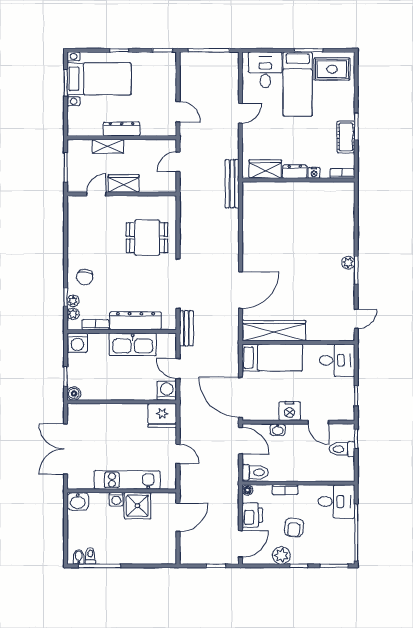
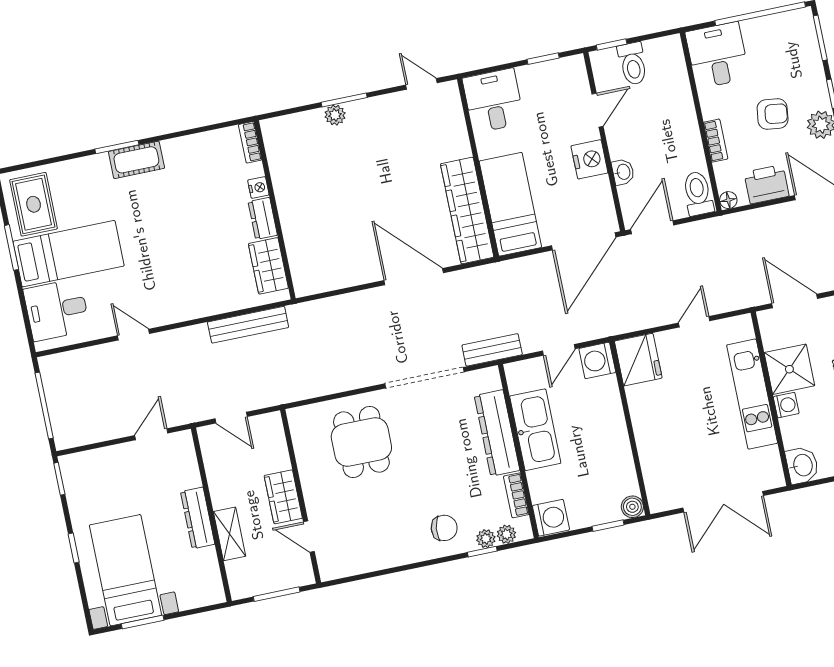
wardrobe: (265, 169) -> (268, 266), moved
dresser: (295, 172) -> (263, 218), moved
nightstand: (314, 173) -> (258, 187), moved
bookcase: (342, 174) -> (250, 142), moved
wall: (298, 180) -> (275, 210), moved

